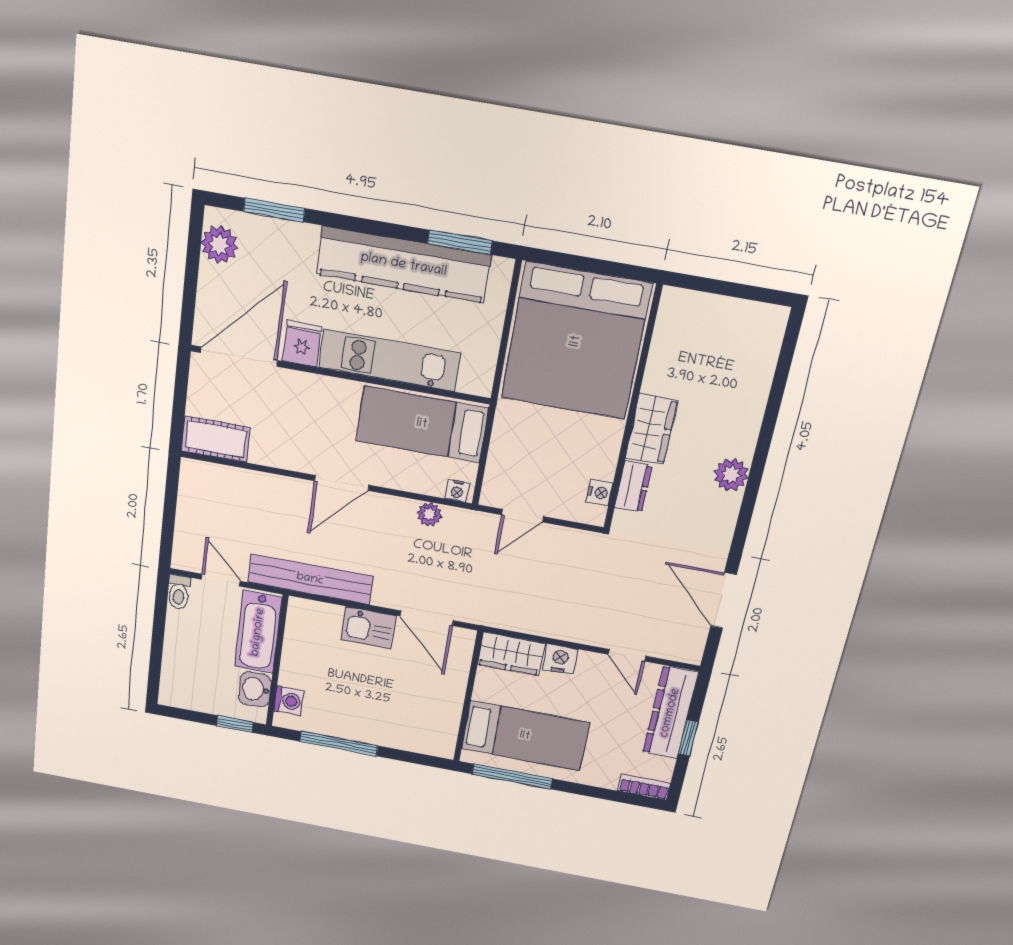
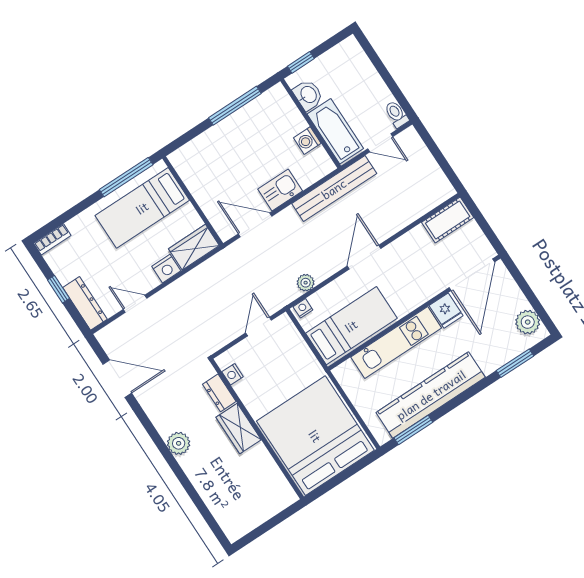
washing machine: (289, 701) -> (307, 141), moved
dresser: (670, 713) -> (85, 303), width x0.73, depth x0.80

